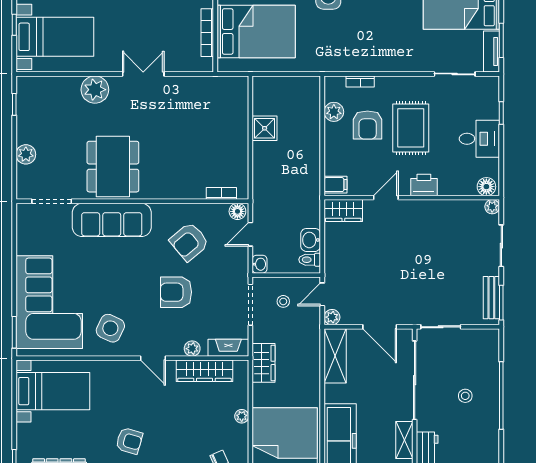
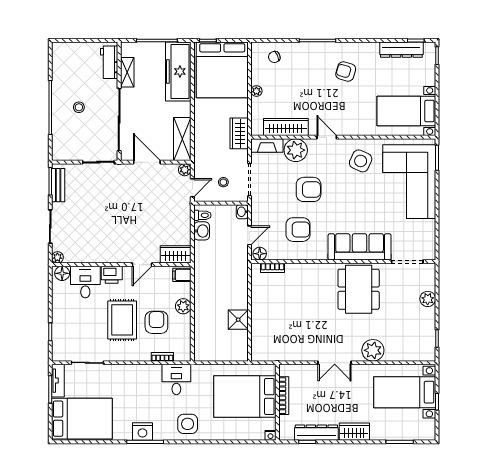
desk: (342, 53) -> (176, 380), added
plant: (334, 112) -> (183, 306), moved
desk: (479, 139) -> (85, 282), moved, turned 90
armchair: (189, 242) -> (298, 230), turned 40
plant: (192, 349) -> (296, 150), width x1.88, depth x1.88

